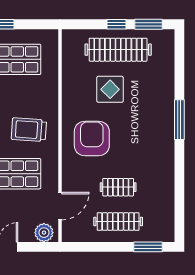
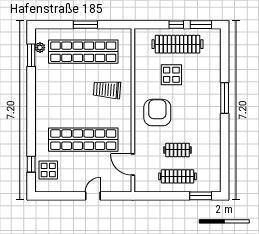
trolley: (29, 130) -> (107, 90), moved
door: (60, 206) -> (133, 165), swing flipped
plant: (44, 233) -> (121, 185), removed

